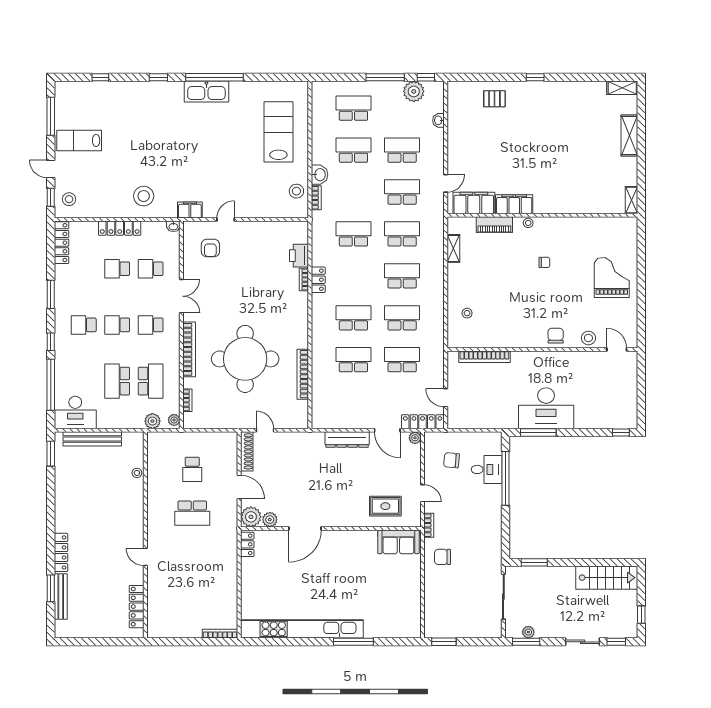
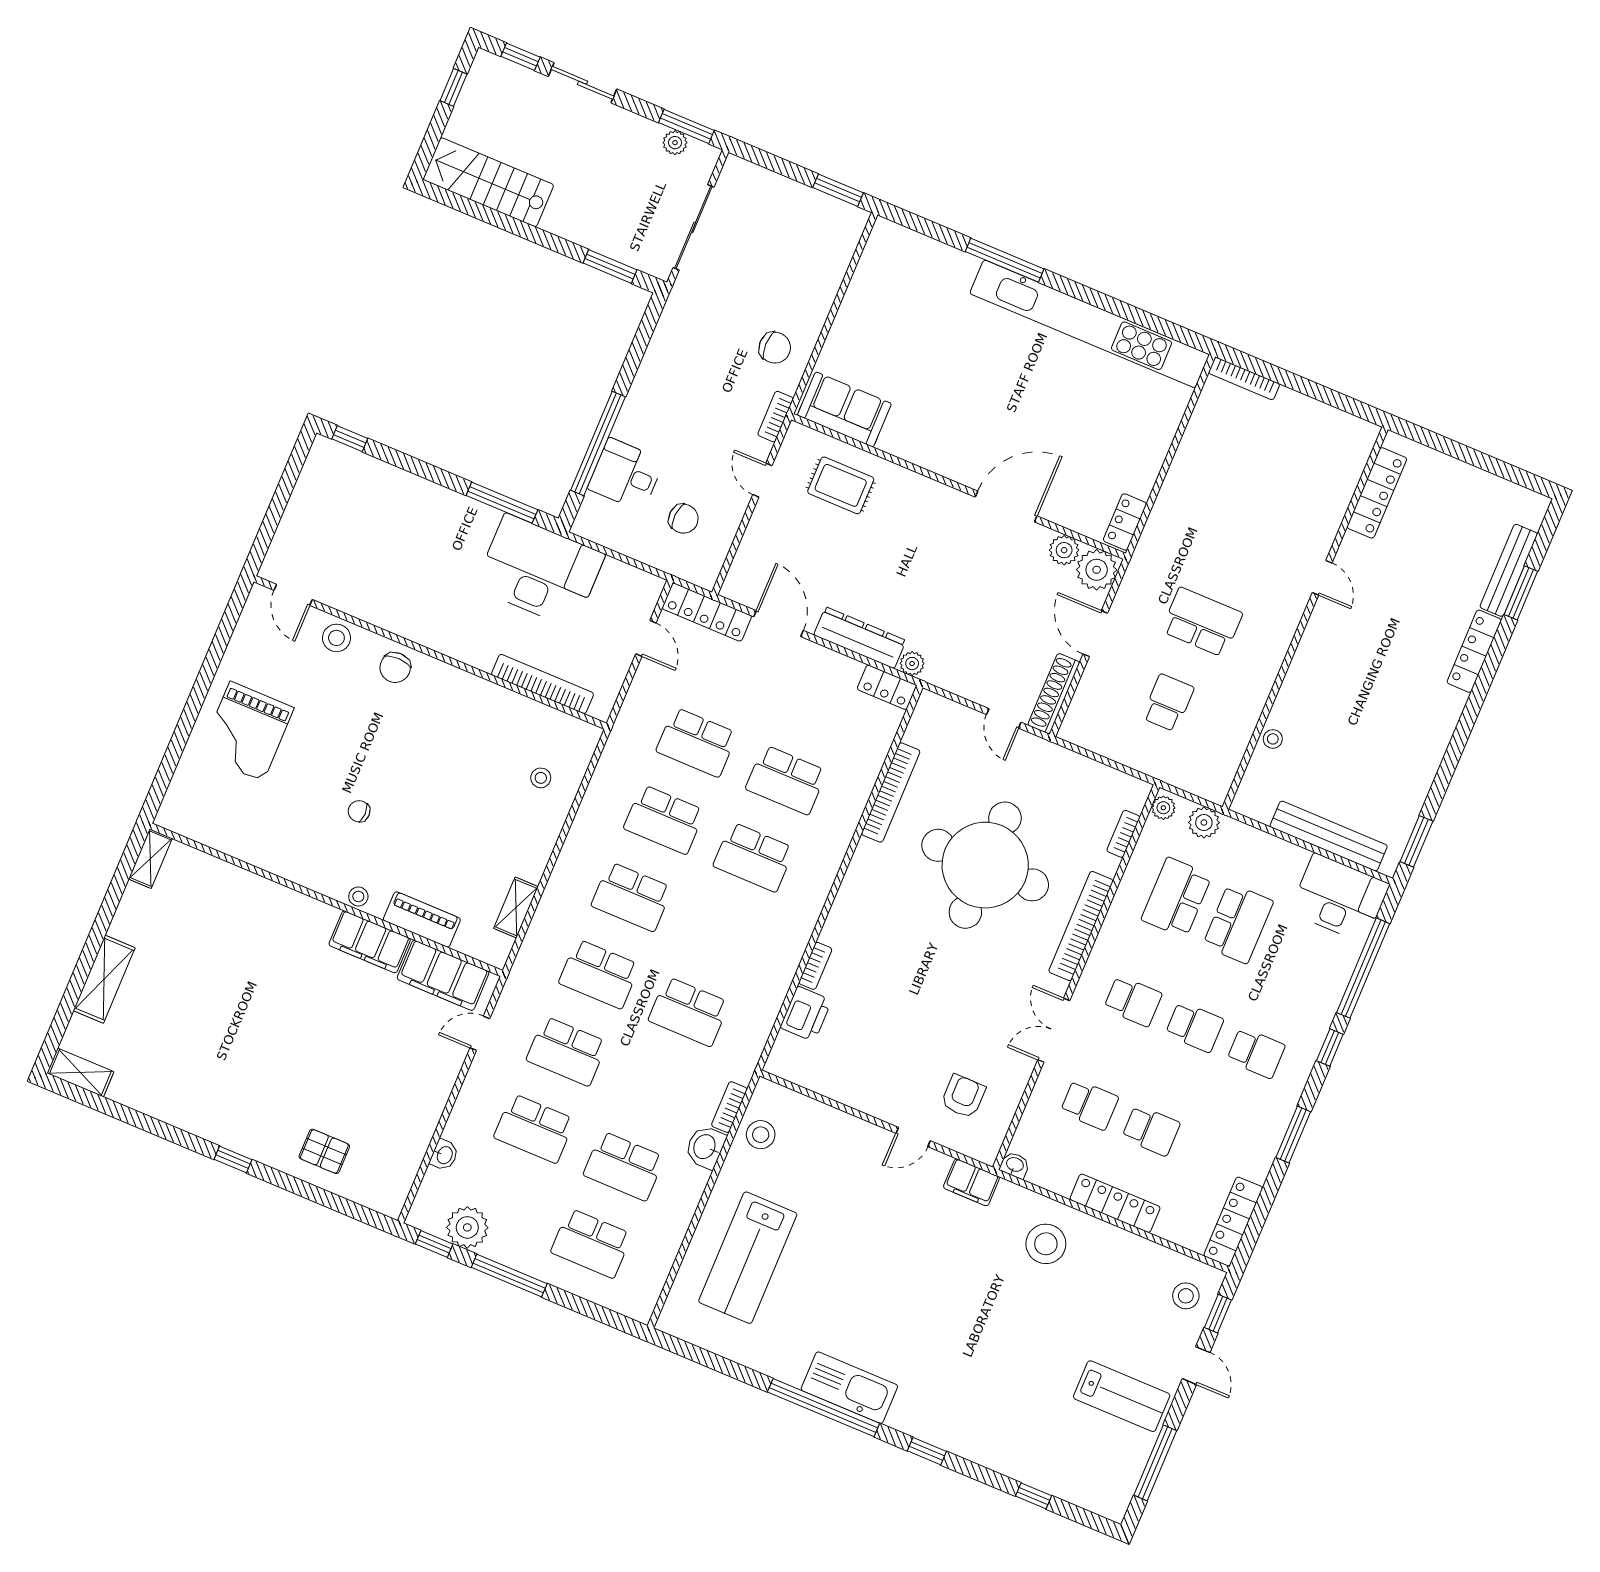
locker: (318, 280) -> (887, 687), moved, turned -90
desk: (546, 408) -> (540, 571), moved
plant: (415, 438) -> (912, 664), moved

